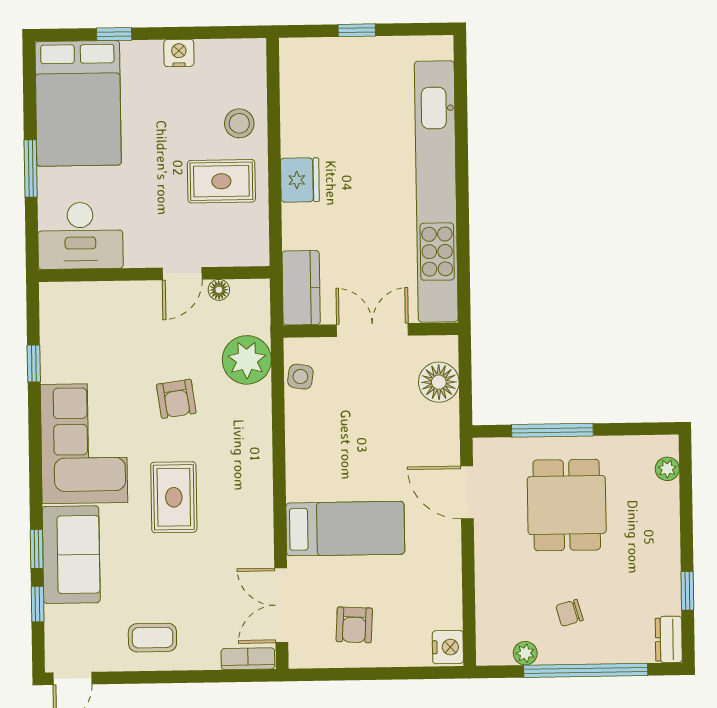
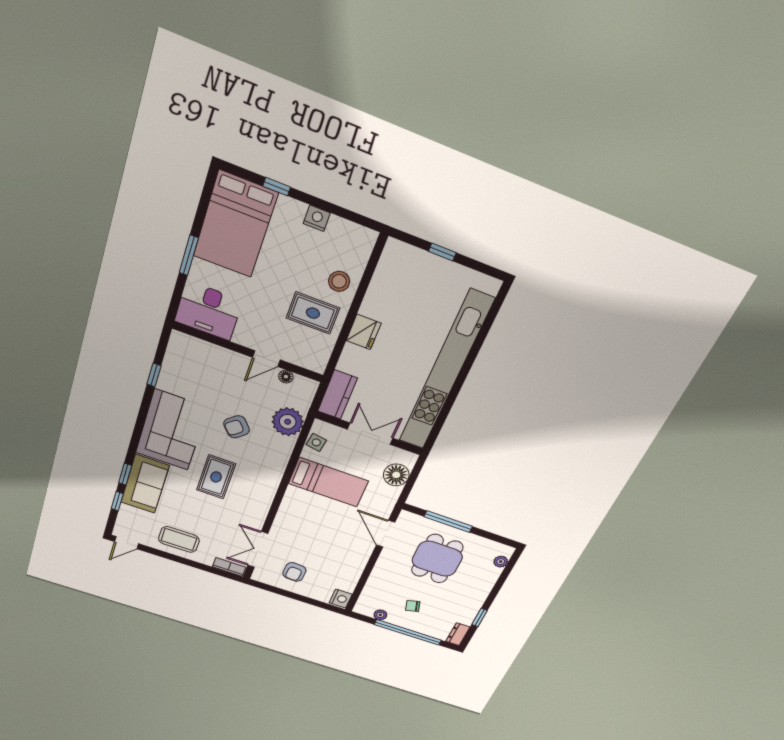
armchair: (176, 399) -> (237, 427), turned 57
bed: (345, 529) -> (328, 482), moved
coffee table: (152, 638) -> (179, 539), width x1.36, depth x1.30

